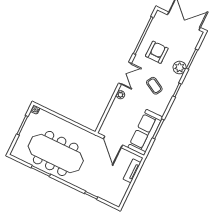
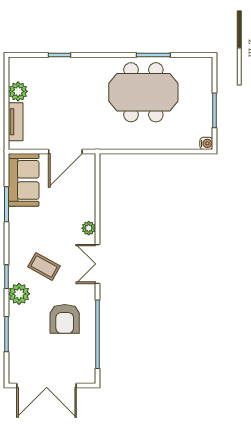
plant: (180, 68) -> (19, 294), moved
sofa: (145, 132) -> (24, 180), width x0.73
door: (113, 142) -> (65, 152), swing flipped
meeting table: (56, 153) -> (143, 92), width x0.73
plant: (123, 186) -> (18, 91), added

